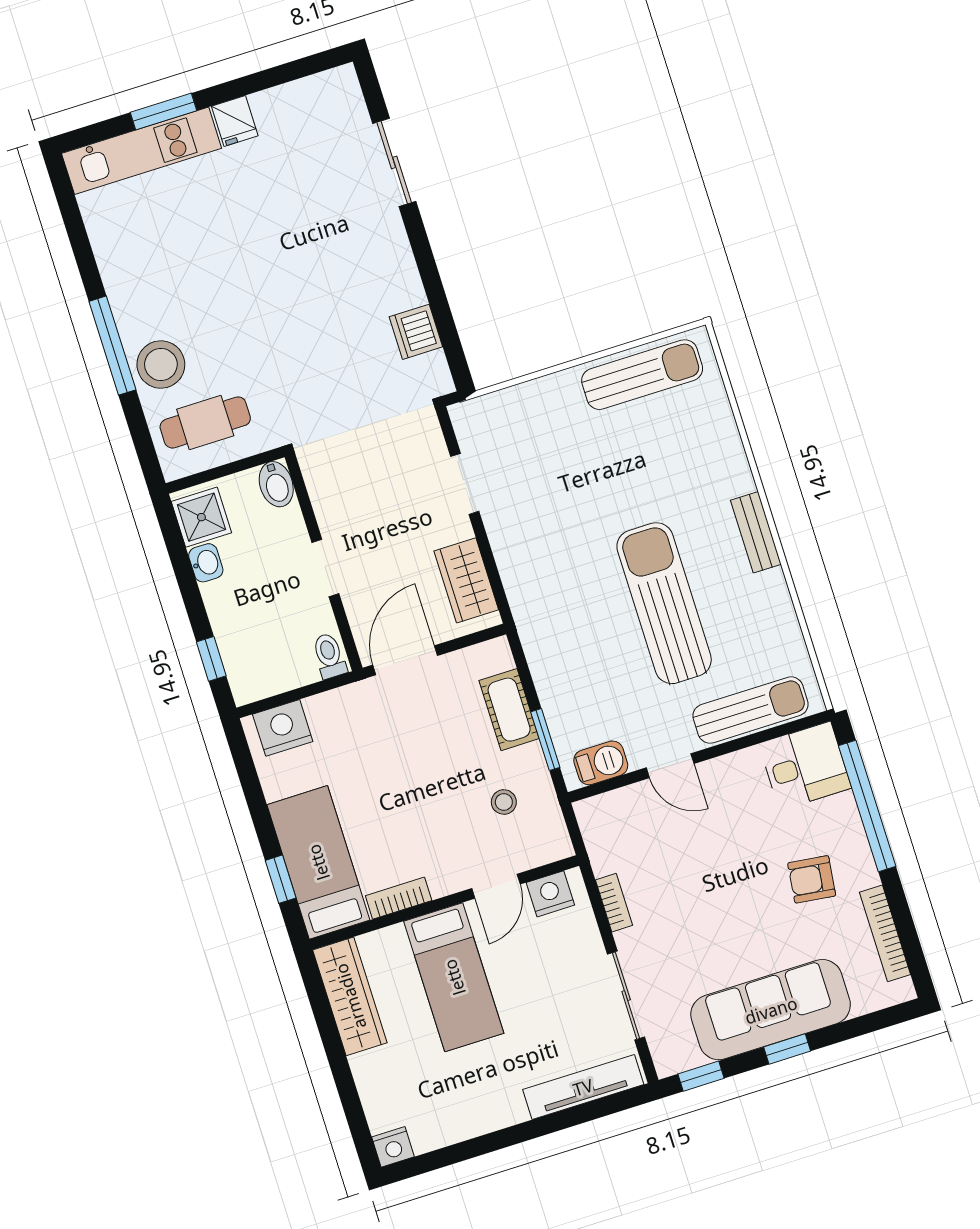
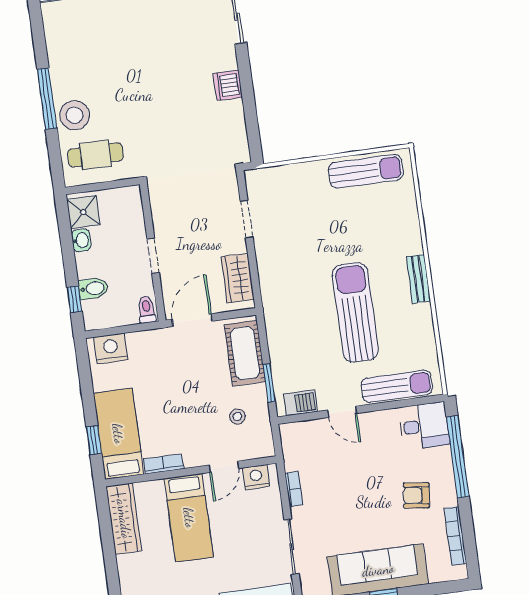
dishwasher: (416, 332) -> (228, 85), moved
bidet: (276, 484) -> (93, 288), moved, turned -90
cot: (509, 710) -> (245, 353), width x1.37, depth x1.34

